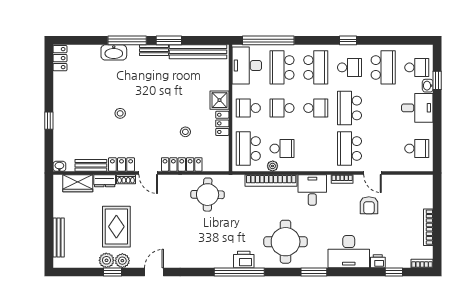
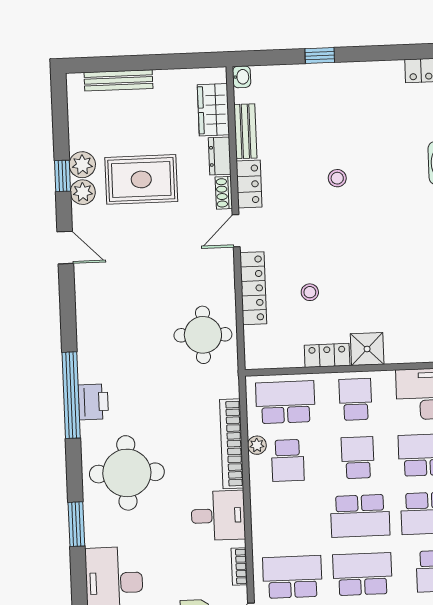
school desk: (316, 108) -> (360, 516), width x1.85

